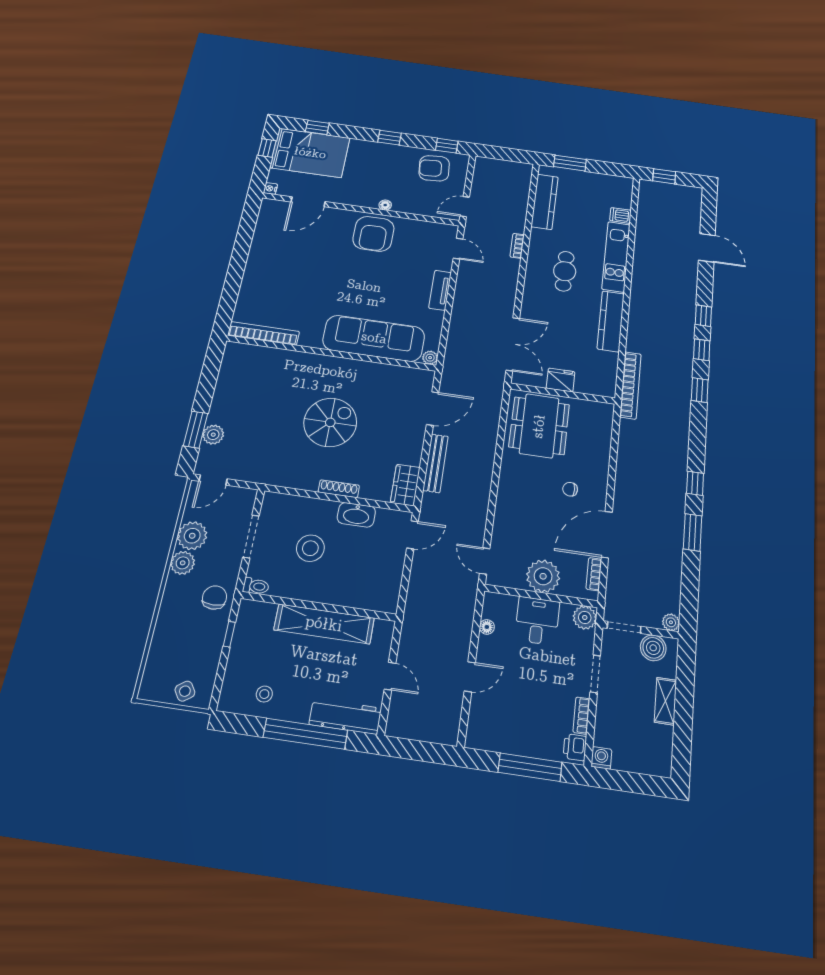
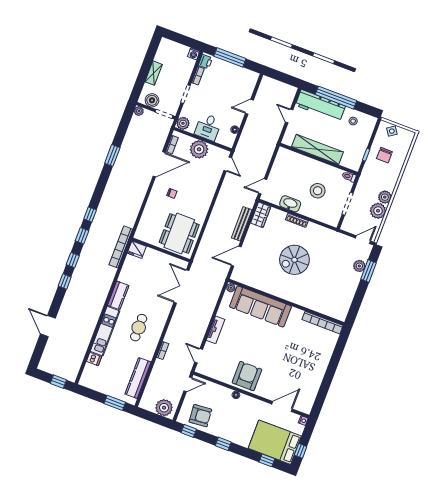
plant: (493, 169) -> (164, 408), added
kitchen counter: (611, 321) -> (118, 295), width x0.67
fridge: (561, 380) -> (137, 250), moved
window: (695, 483) -> (90, 214), moved
chair: (214, 598) -> (384, 155), moved
workbench: (345, 716) -> (320, 106), width x1.36, depth x1.32

